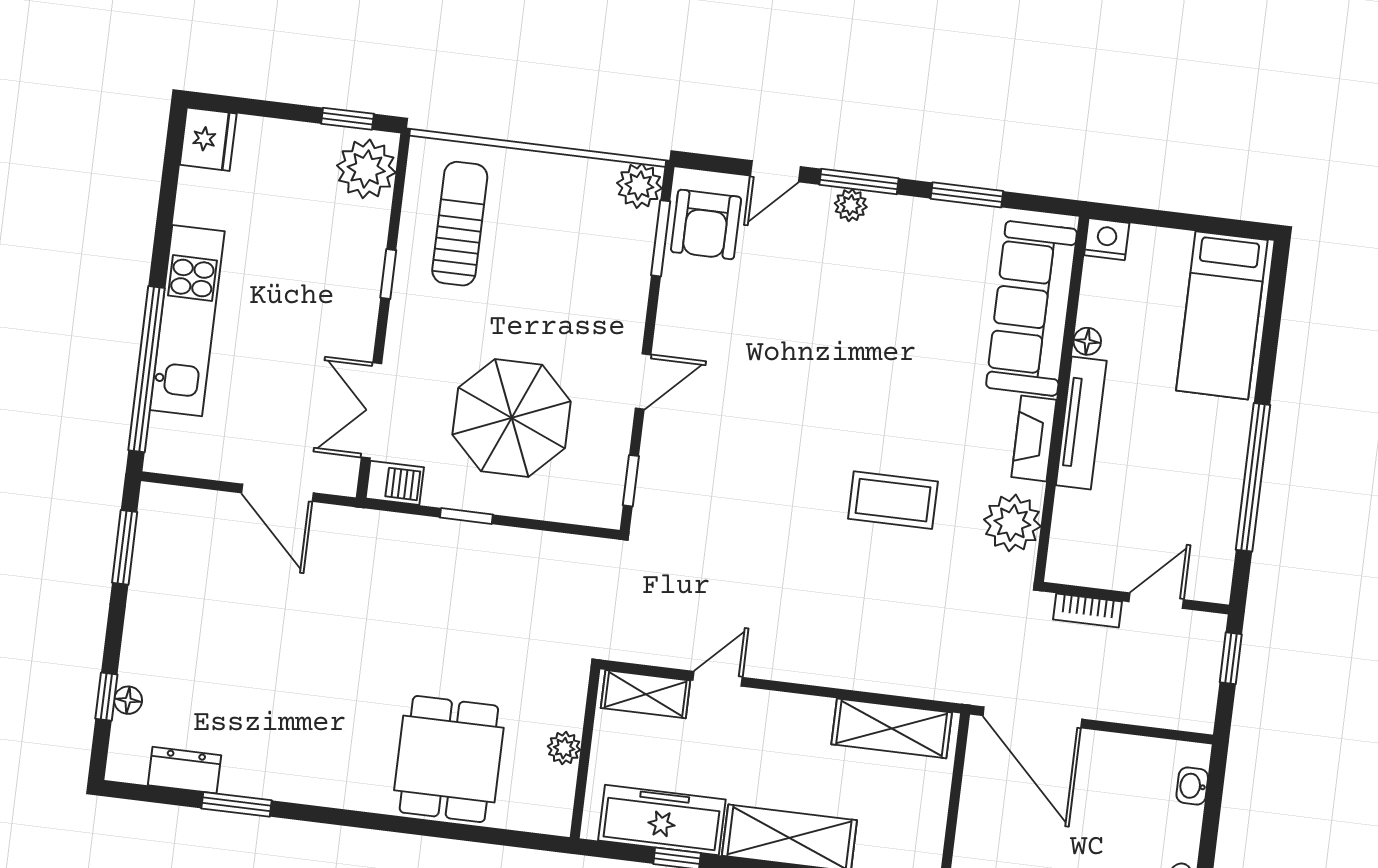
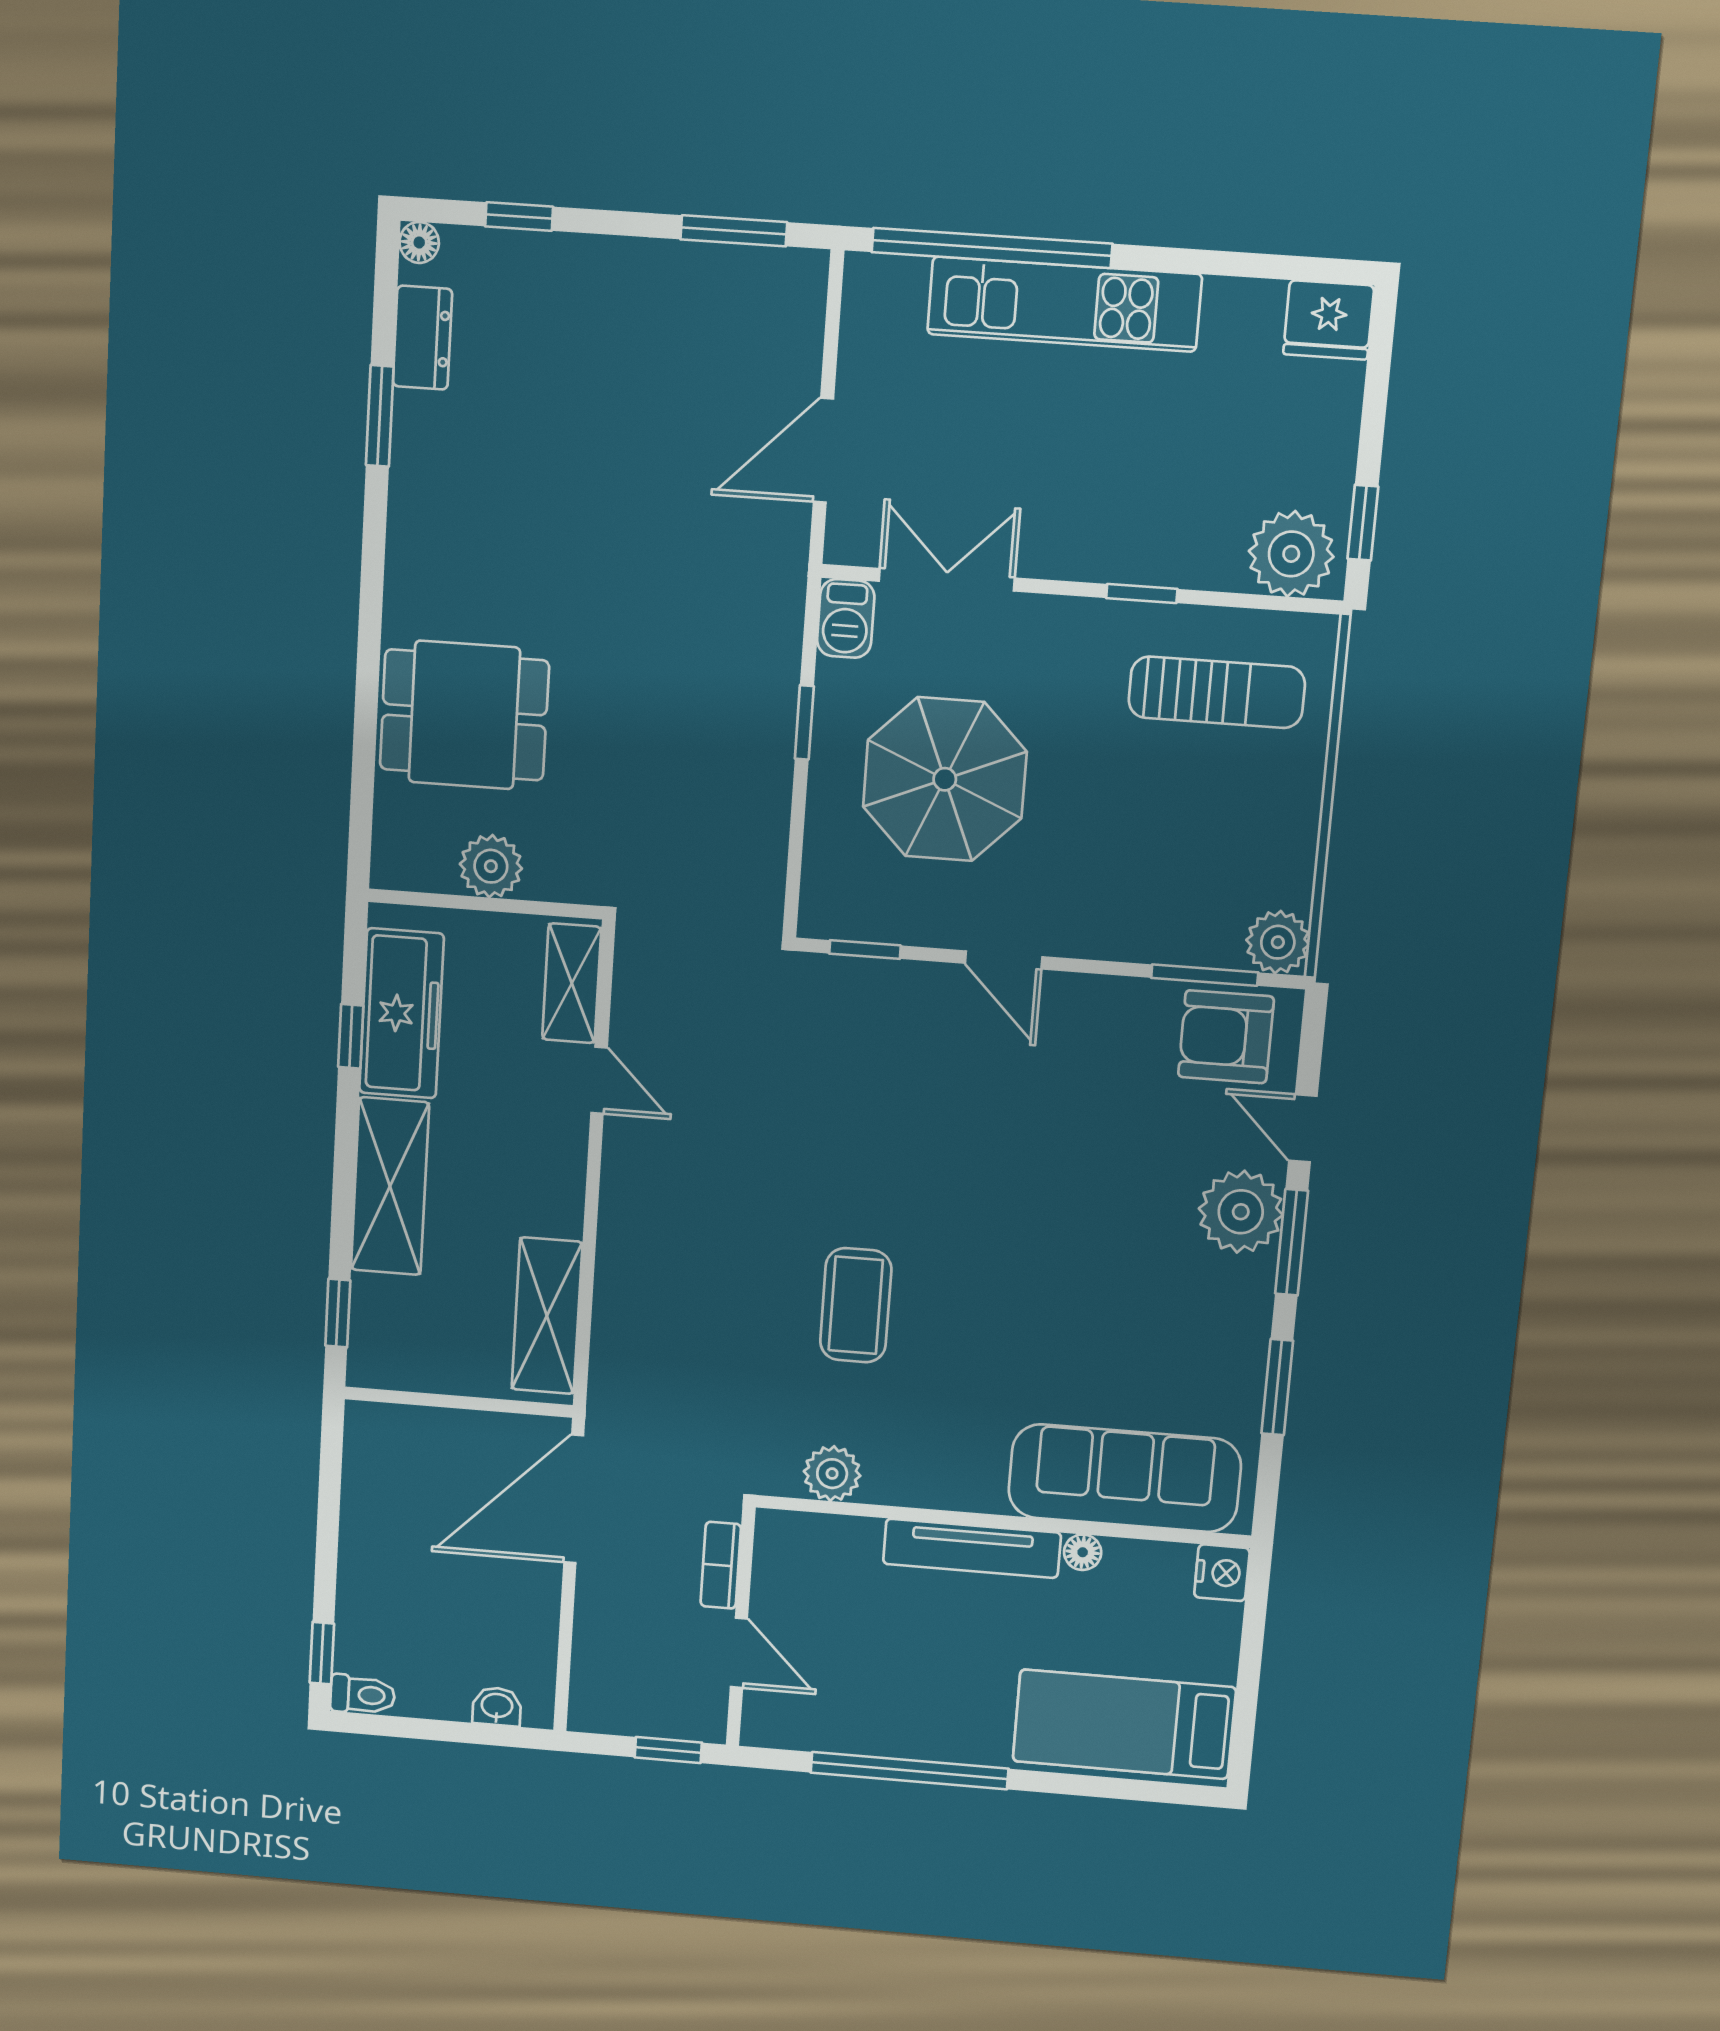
plant: (851, 205) -> (1241, 1212), width x1.88, depth x1.88
fireplace: (1034, 438) -> (948, 1488), removed
plant: (1012, 523) -> (832, 1474), width x0.73, depth x0.73
floor lamp: (128, 700) -> (419, 242), moved
plant: (564, 748) -> (491, 866), width x1.38, depth x1.38

